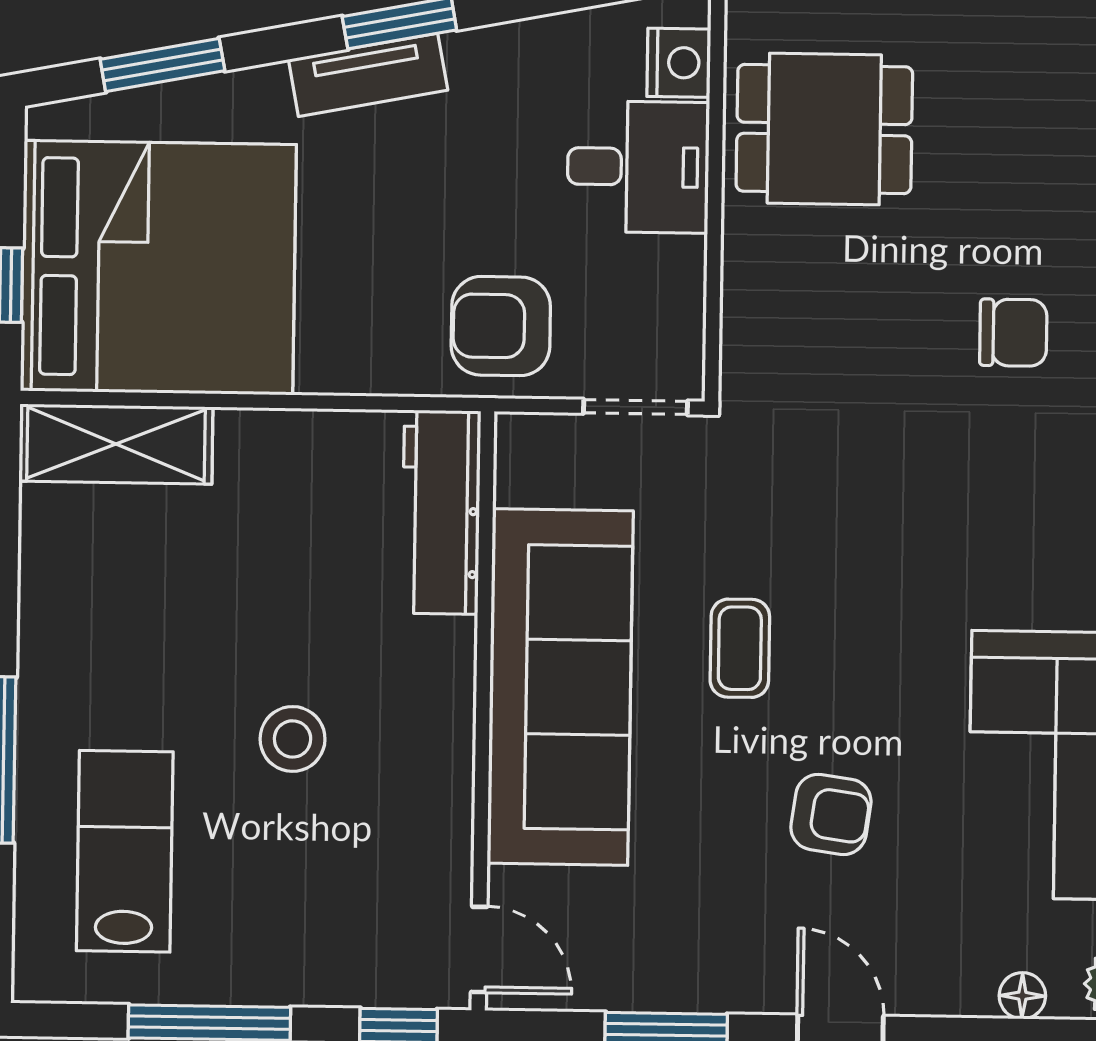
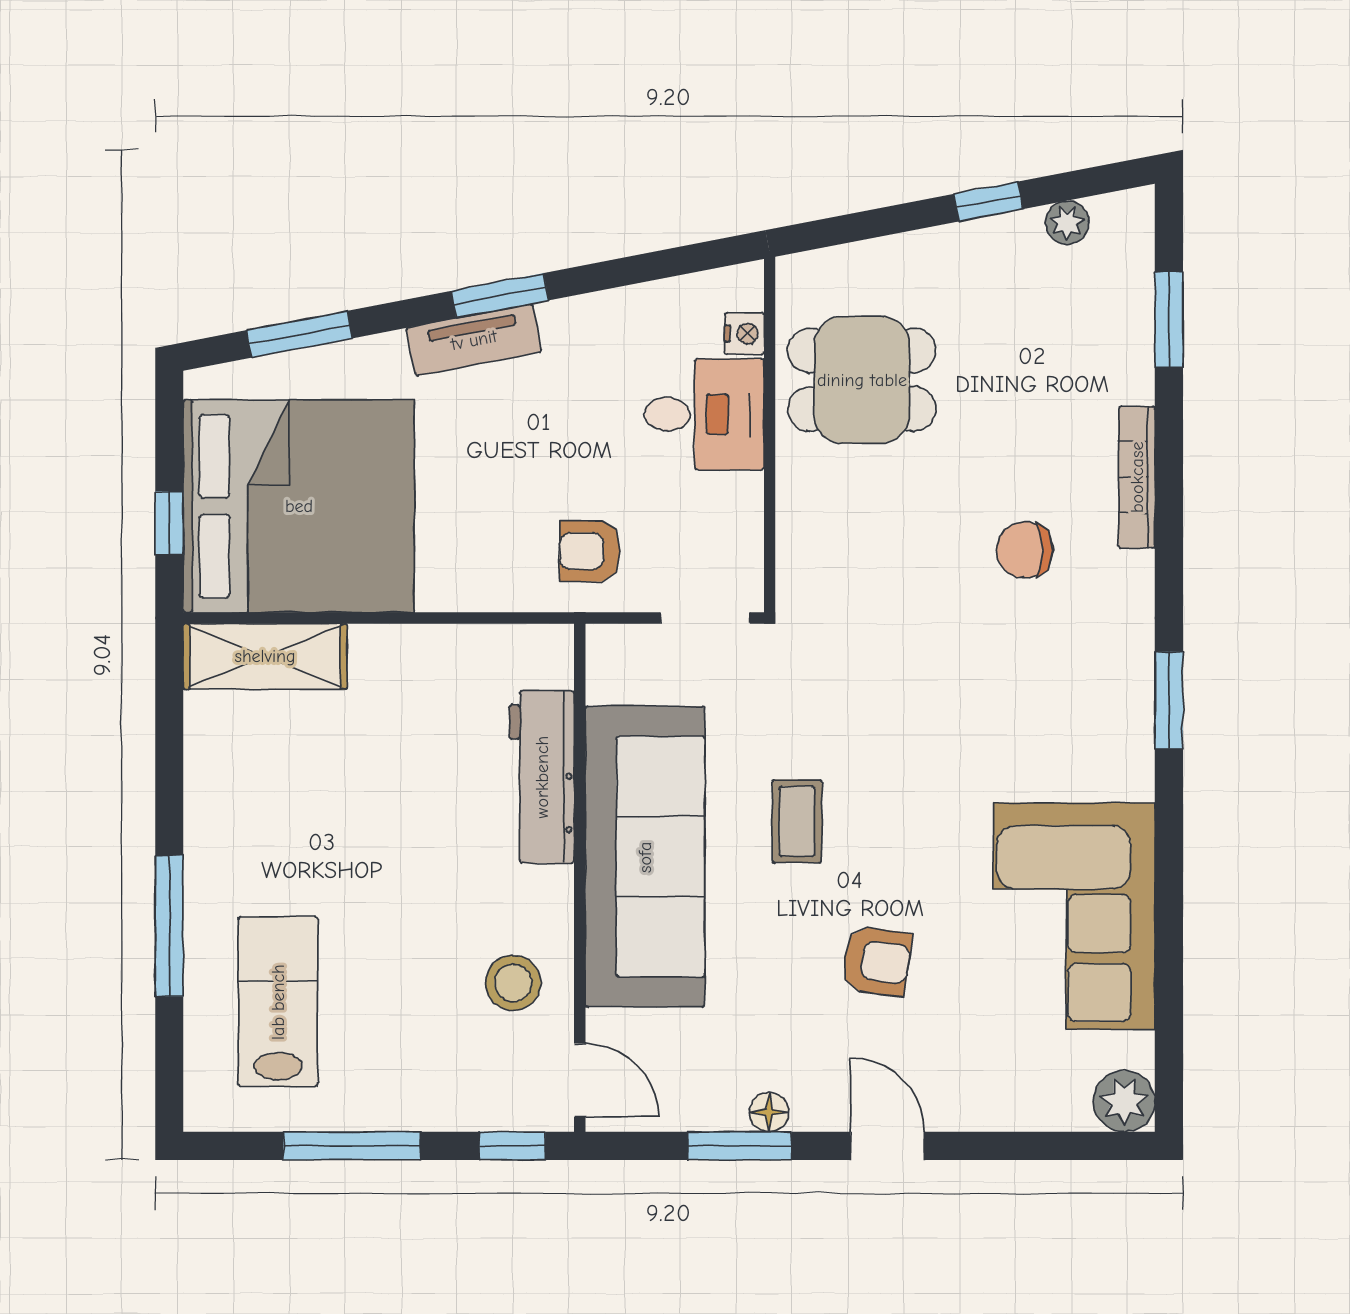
nightstand: (679, 63) -> (744, 334), width x0.72, depth x0.74
armchair: (501, 326) -> (590, 551), width x0.72, depth x0.72
chair: (1013, 333) -> (1025, 550), turned 180
workbench: (441, 512) -> (542, 777), moved
stool: (293, 739) -> (513, 983), moved
floor lamp: (1022, 996) -> (769, 1112), moved

